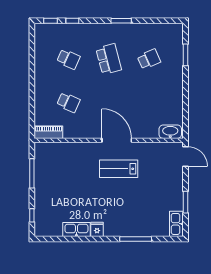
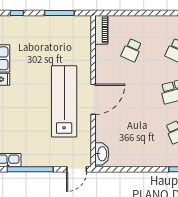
lab bench: (119, 169) -> (64, 101), width x1.86, depth x1.39
window: (185, 202) -> (30, 169), width x2.11

